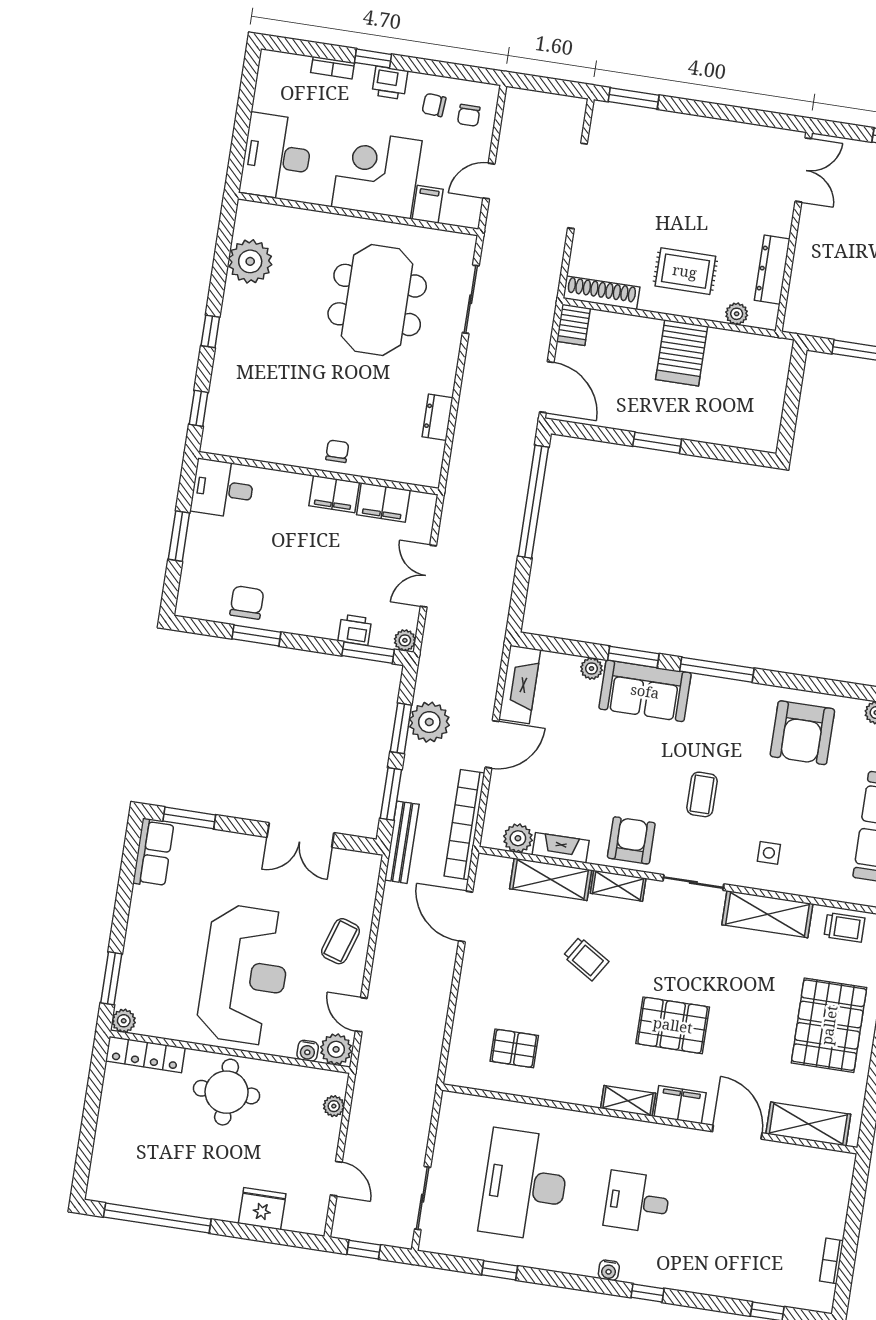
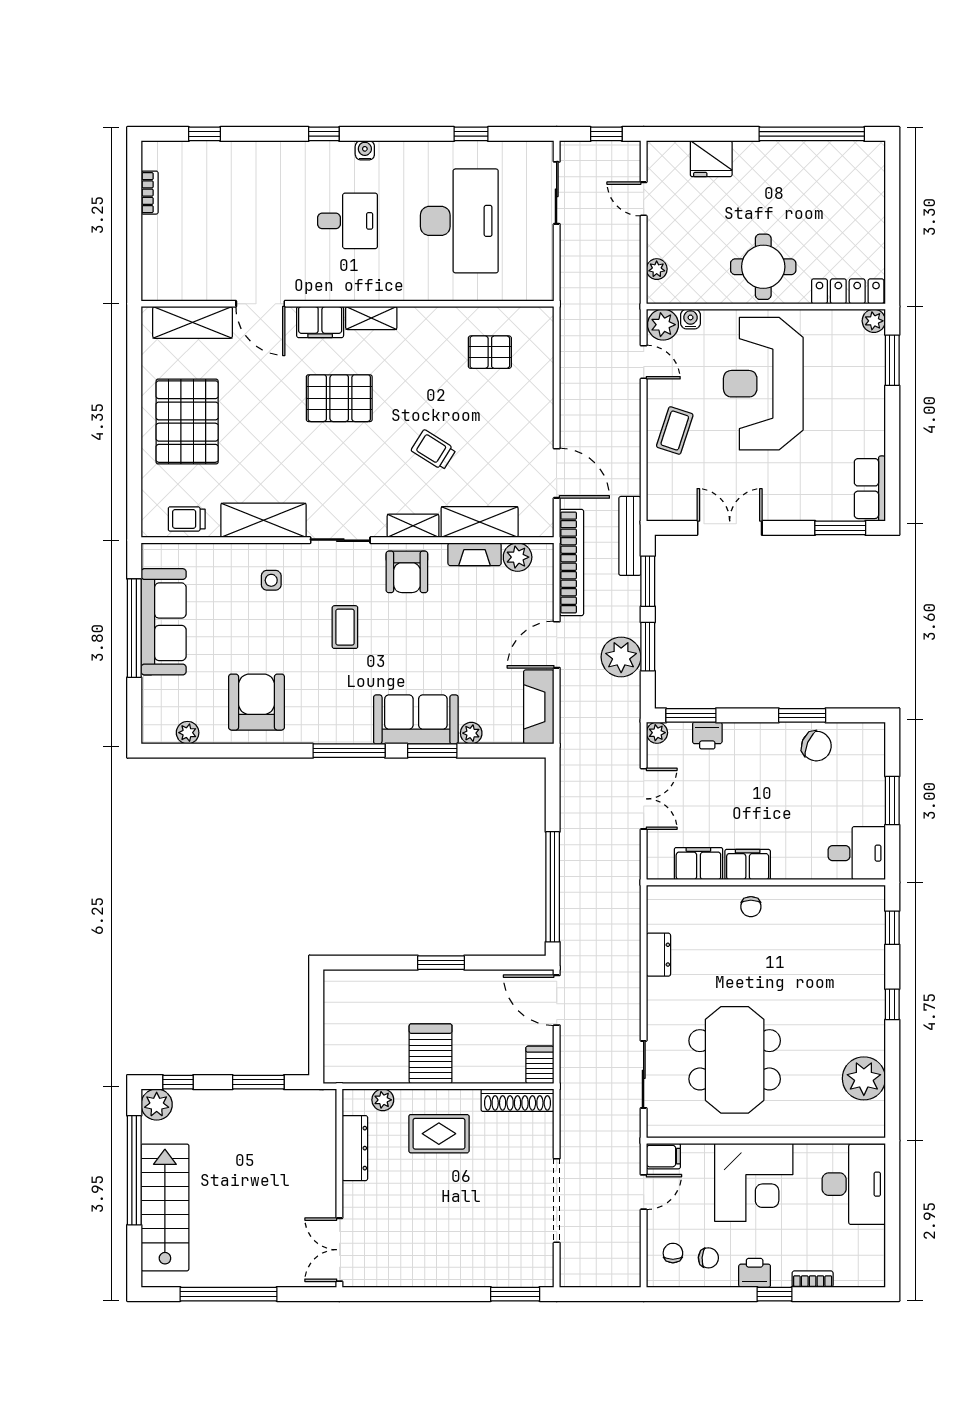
filing cabinet: (428, 204) -> (663, 1156), moved, turned -90
chair: (247, 603) -> (816, 746), turned -67

